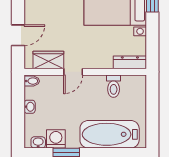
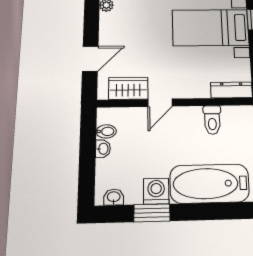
bidet: (32, 81) -> (106, 131), moved
washing machine: (56, 139) -> (156, 191), moved

